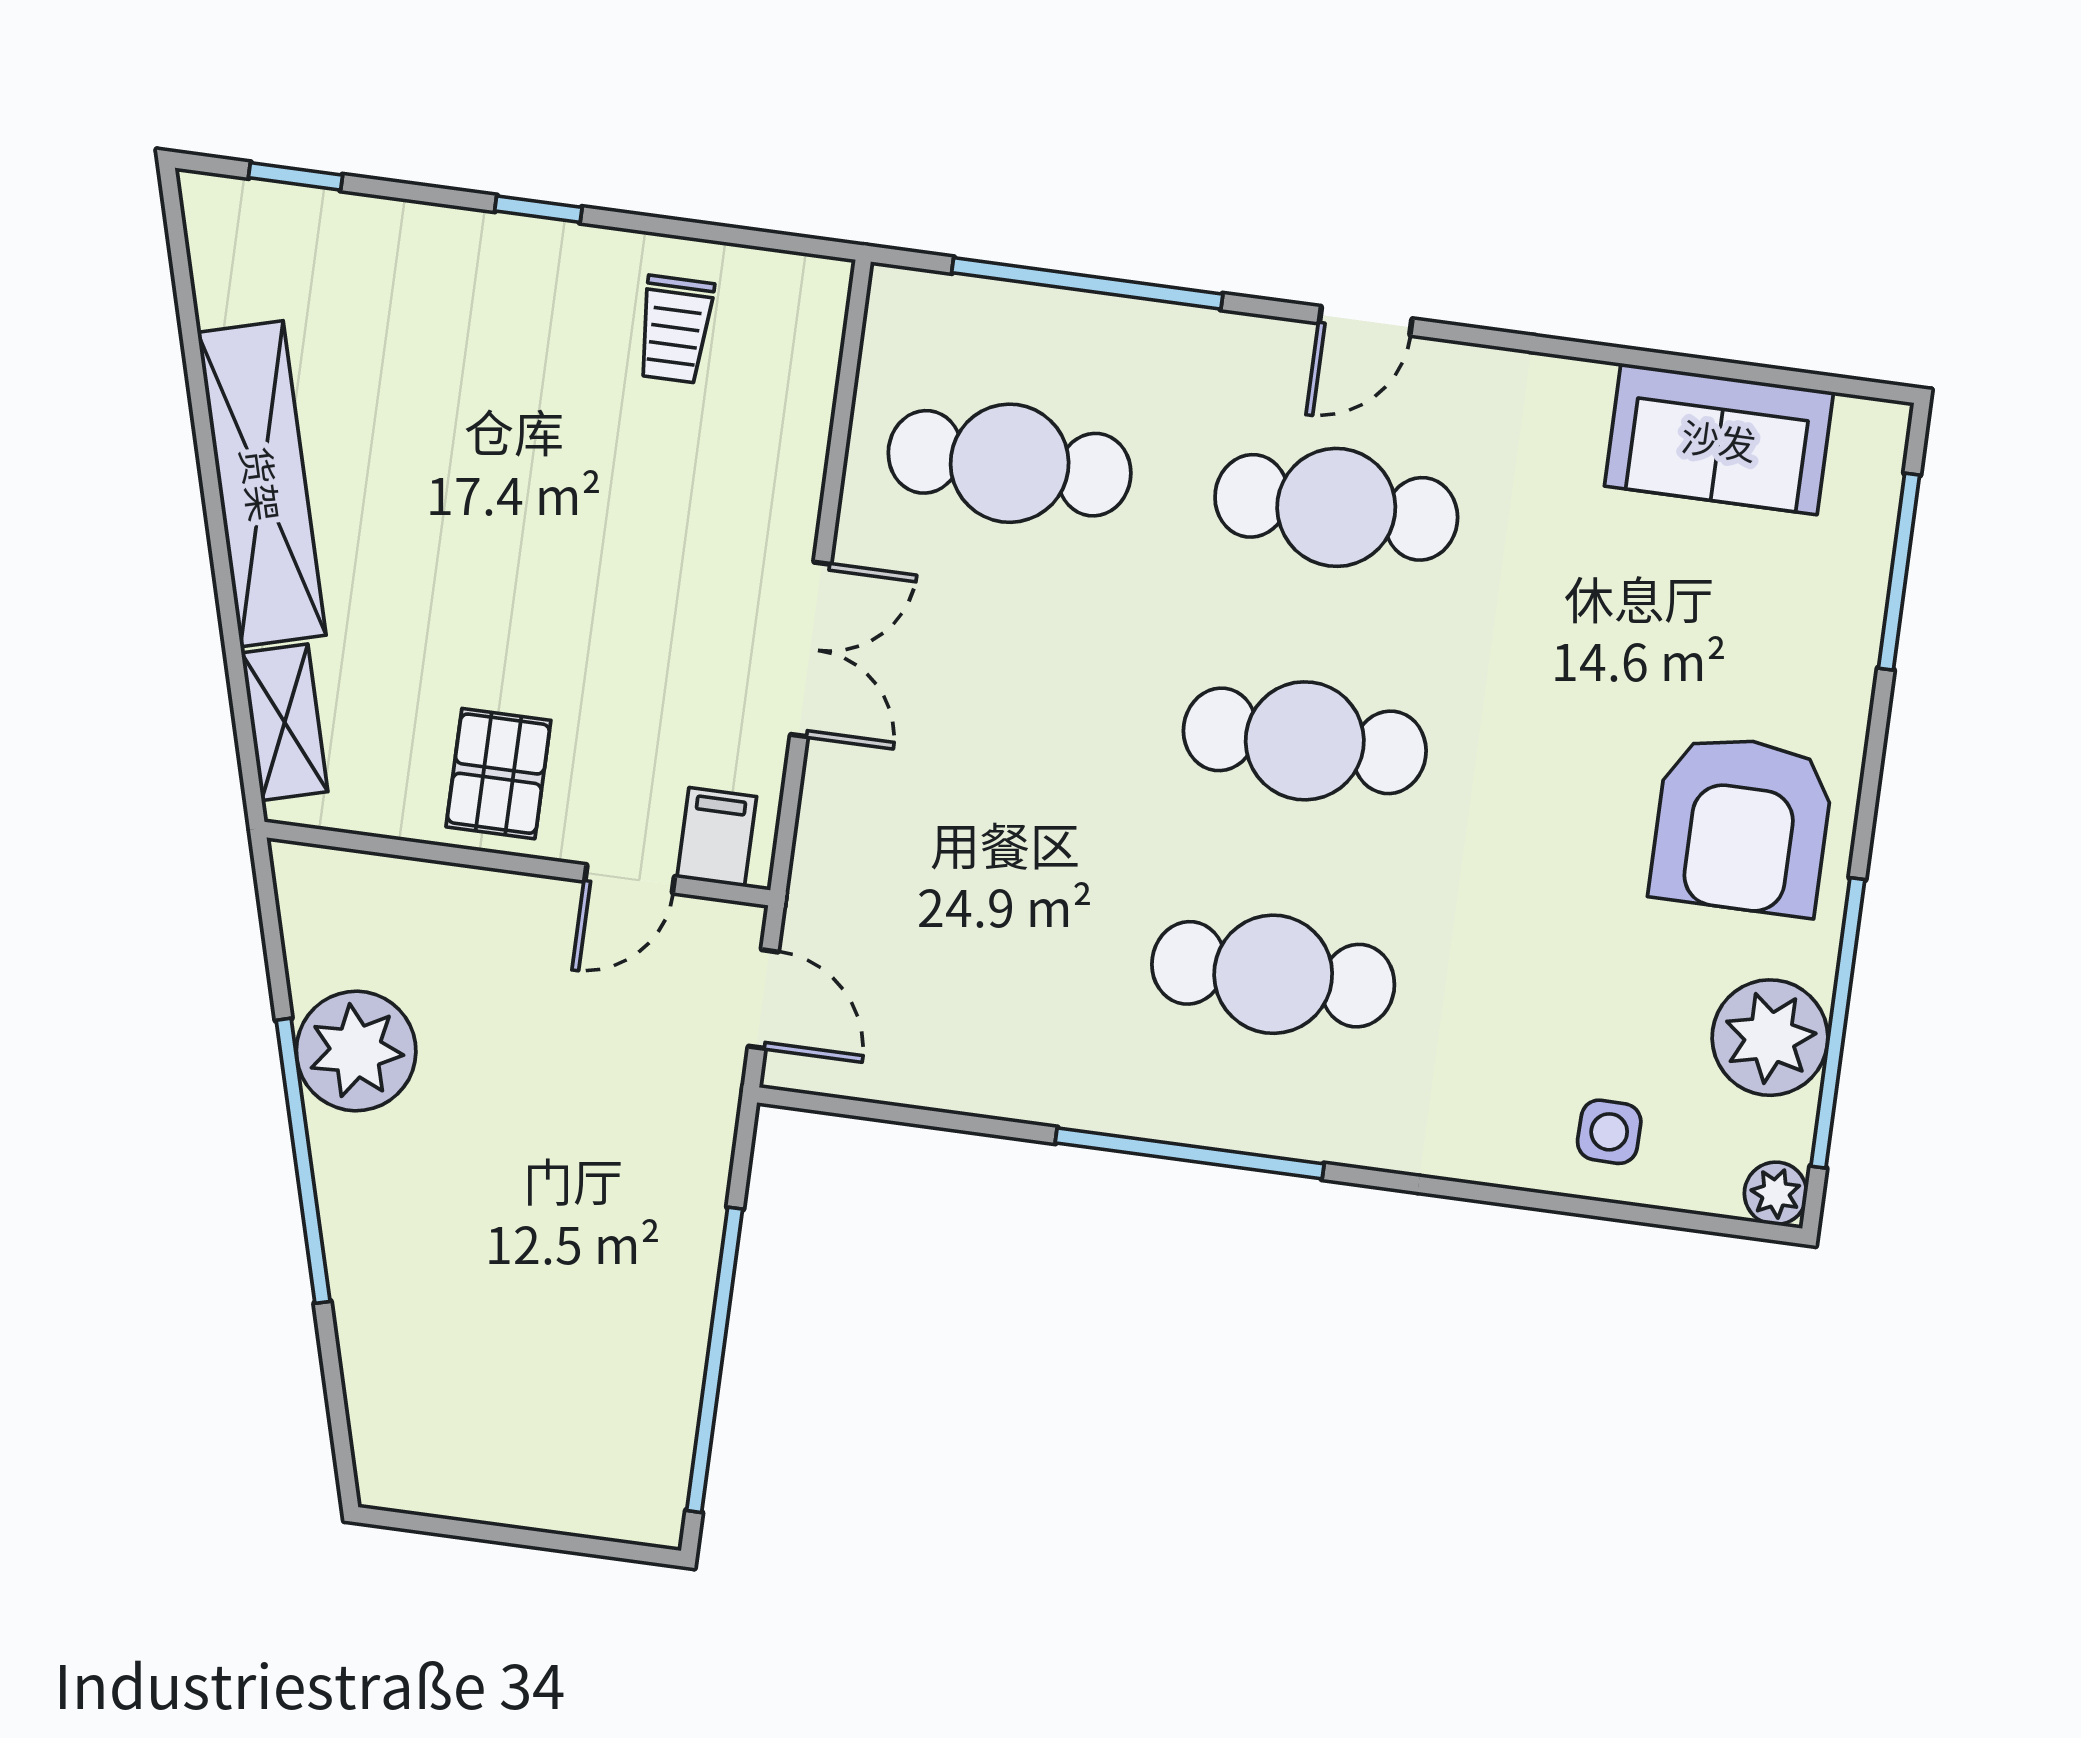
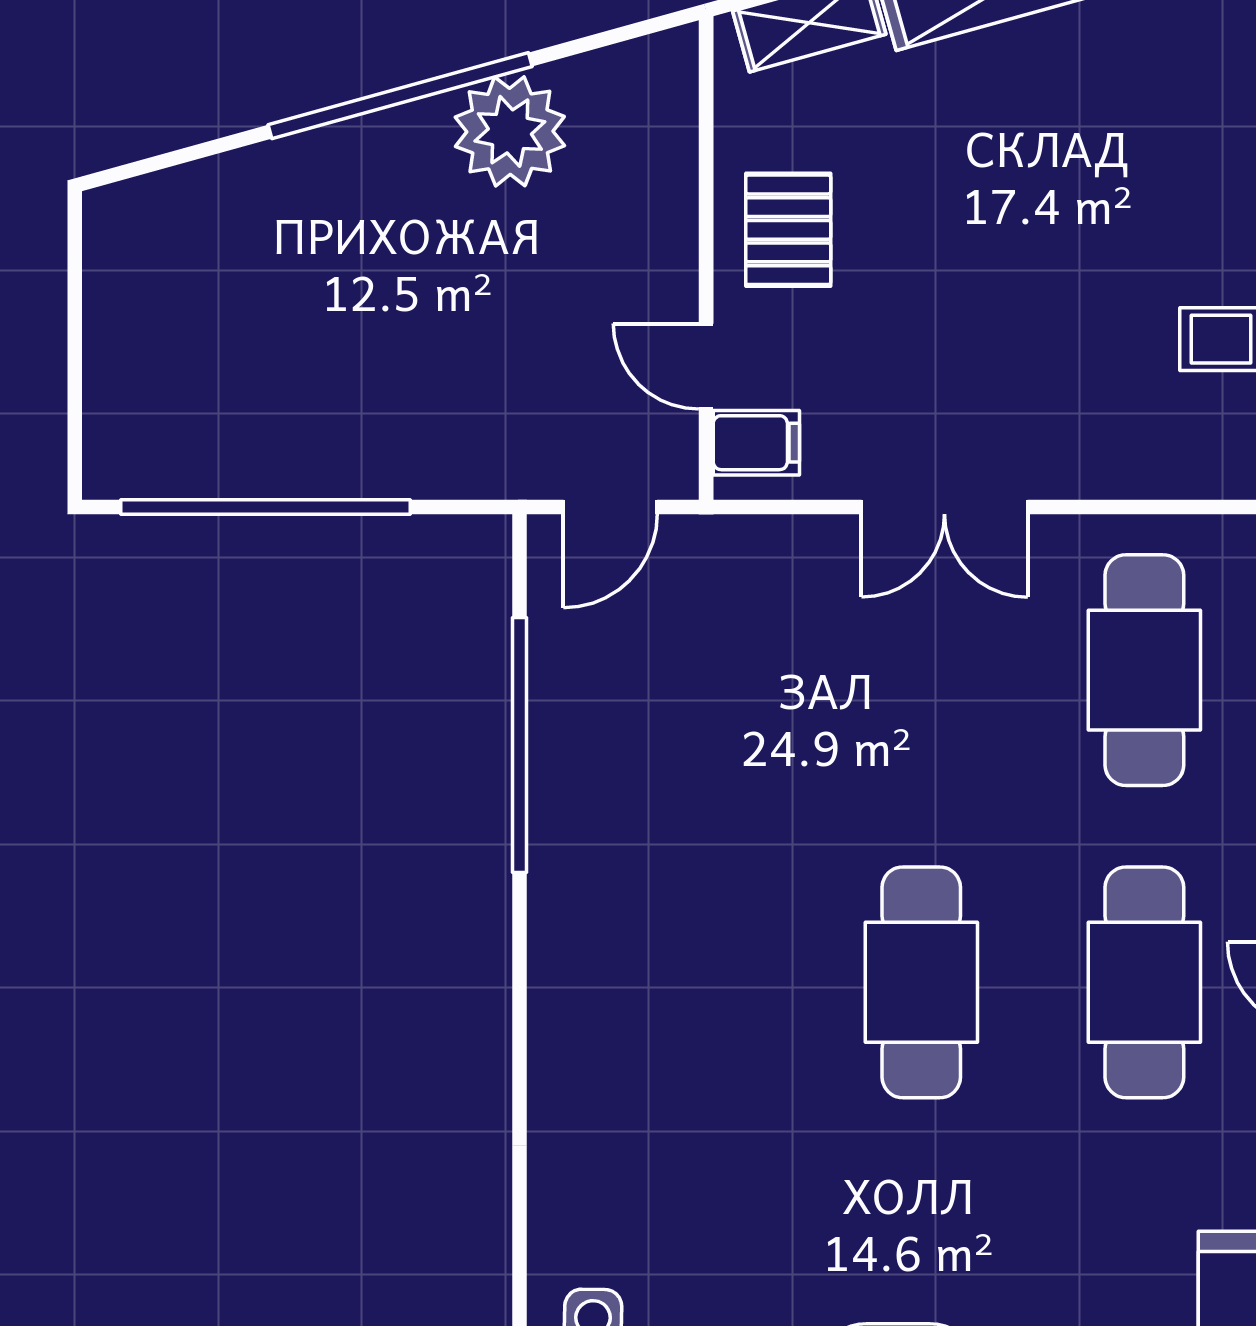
pallet: (498, 774) -> (788, 230), turned 90
cafe table: (1273, 974) -> (698, 982), removed
window: (1190, 1153) -> (520, 745), moved

